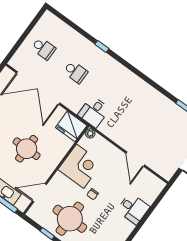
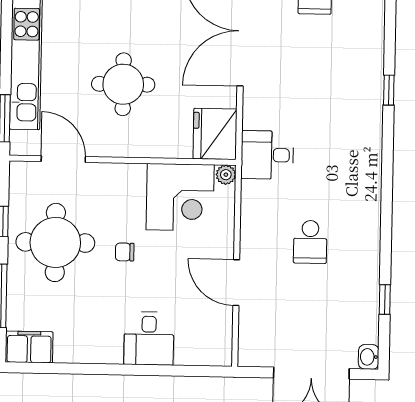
school desk: (76, 72) -> (310, 242), moved
door: (135, 159) -> (236, 283), hinge flipped
corner desk: (80, 166) -> (180, 197), moved

